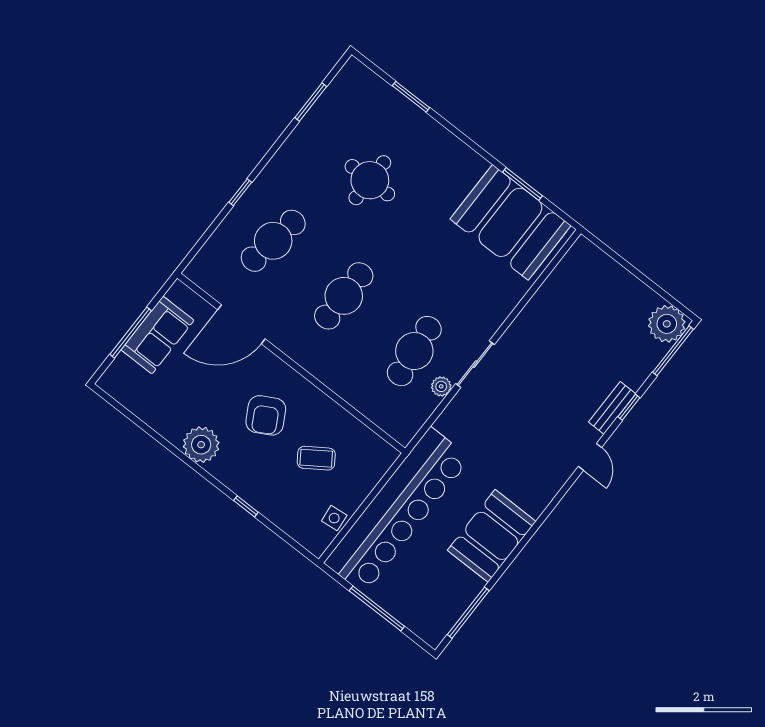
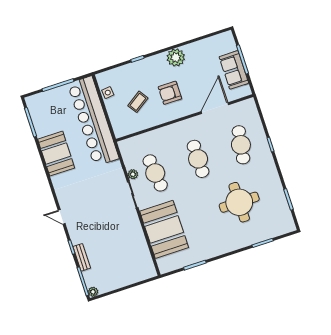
round table: (370, 180) -> (239, 202), width x1.36, depth x1.36
booth: (510, 222) -> (164, 229), moved, turned 90
plant: (667, 324) -> (93, 292), width x0.53, depth x0.53
bench: (612, 408) -> (82, 257), moved
armchair: (266, 415) -> (170, 93), turned -61

